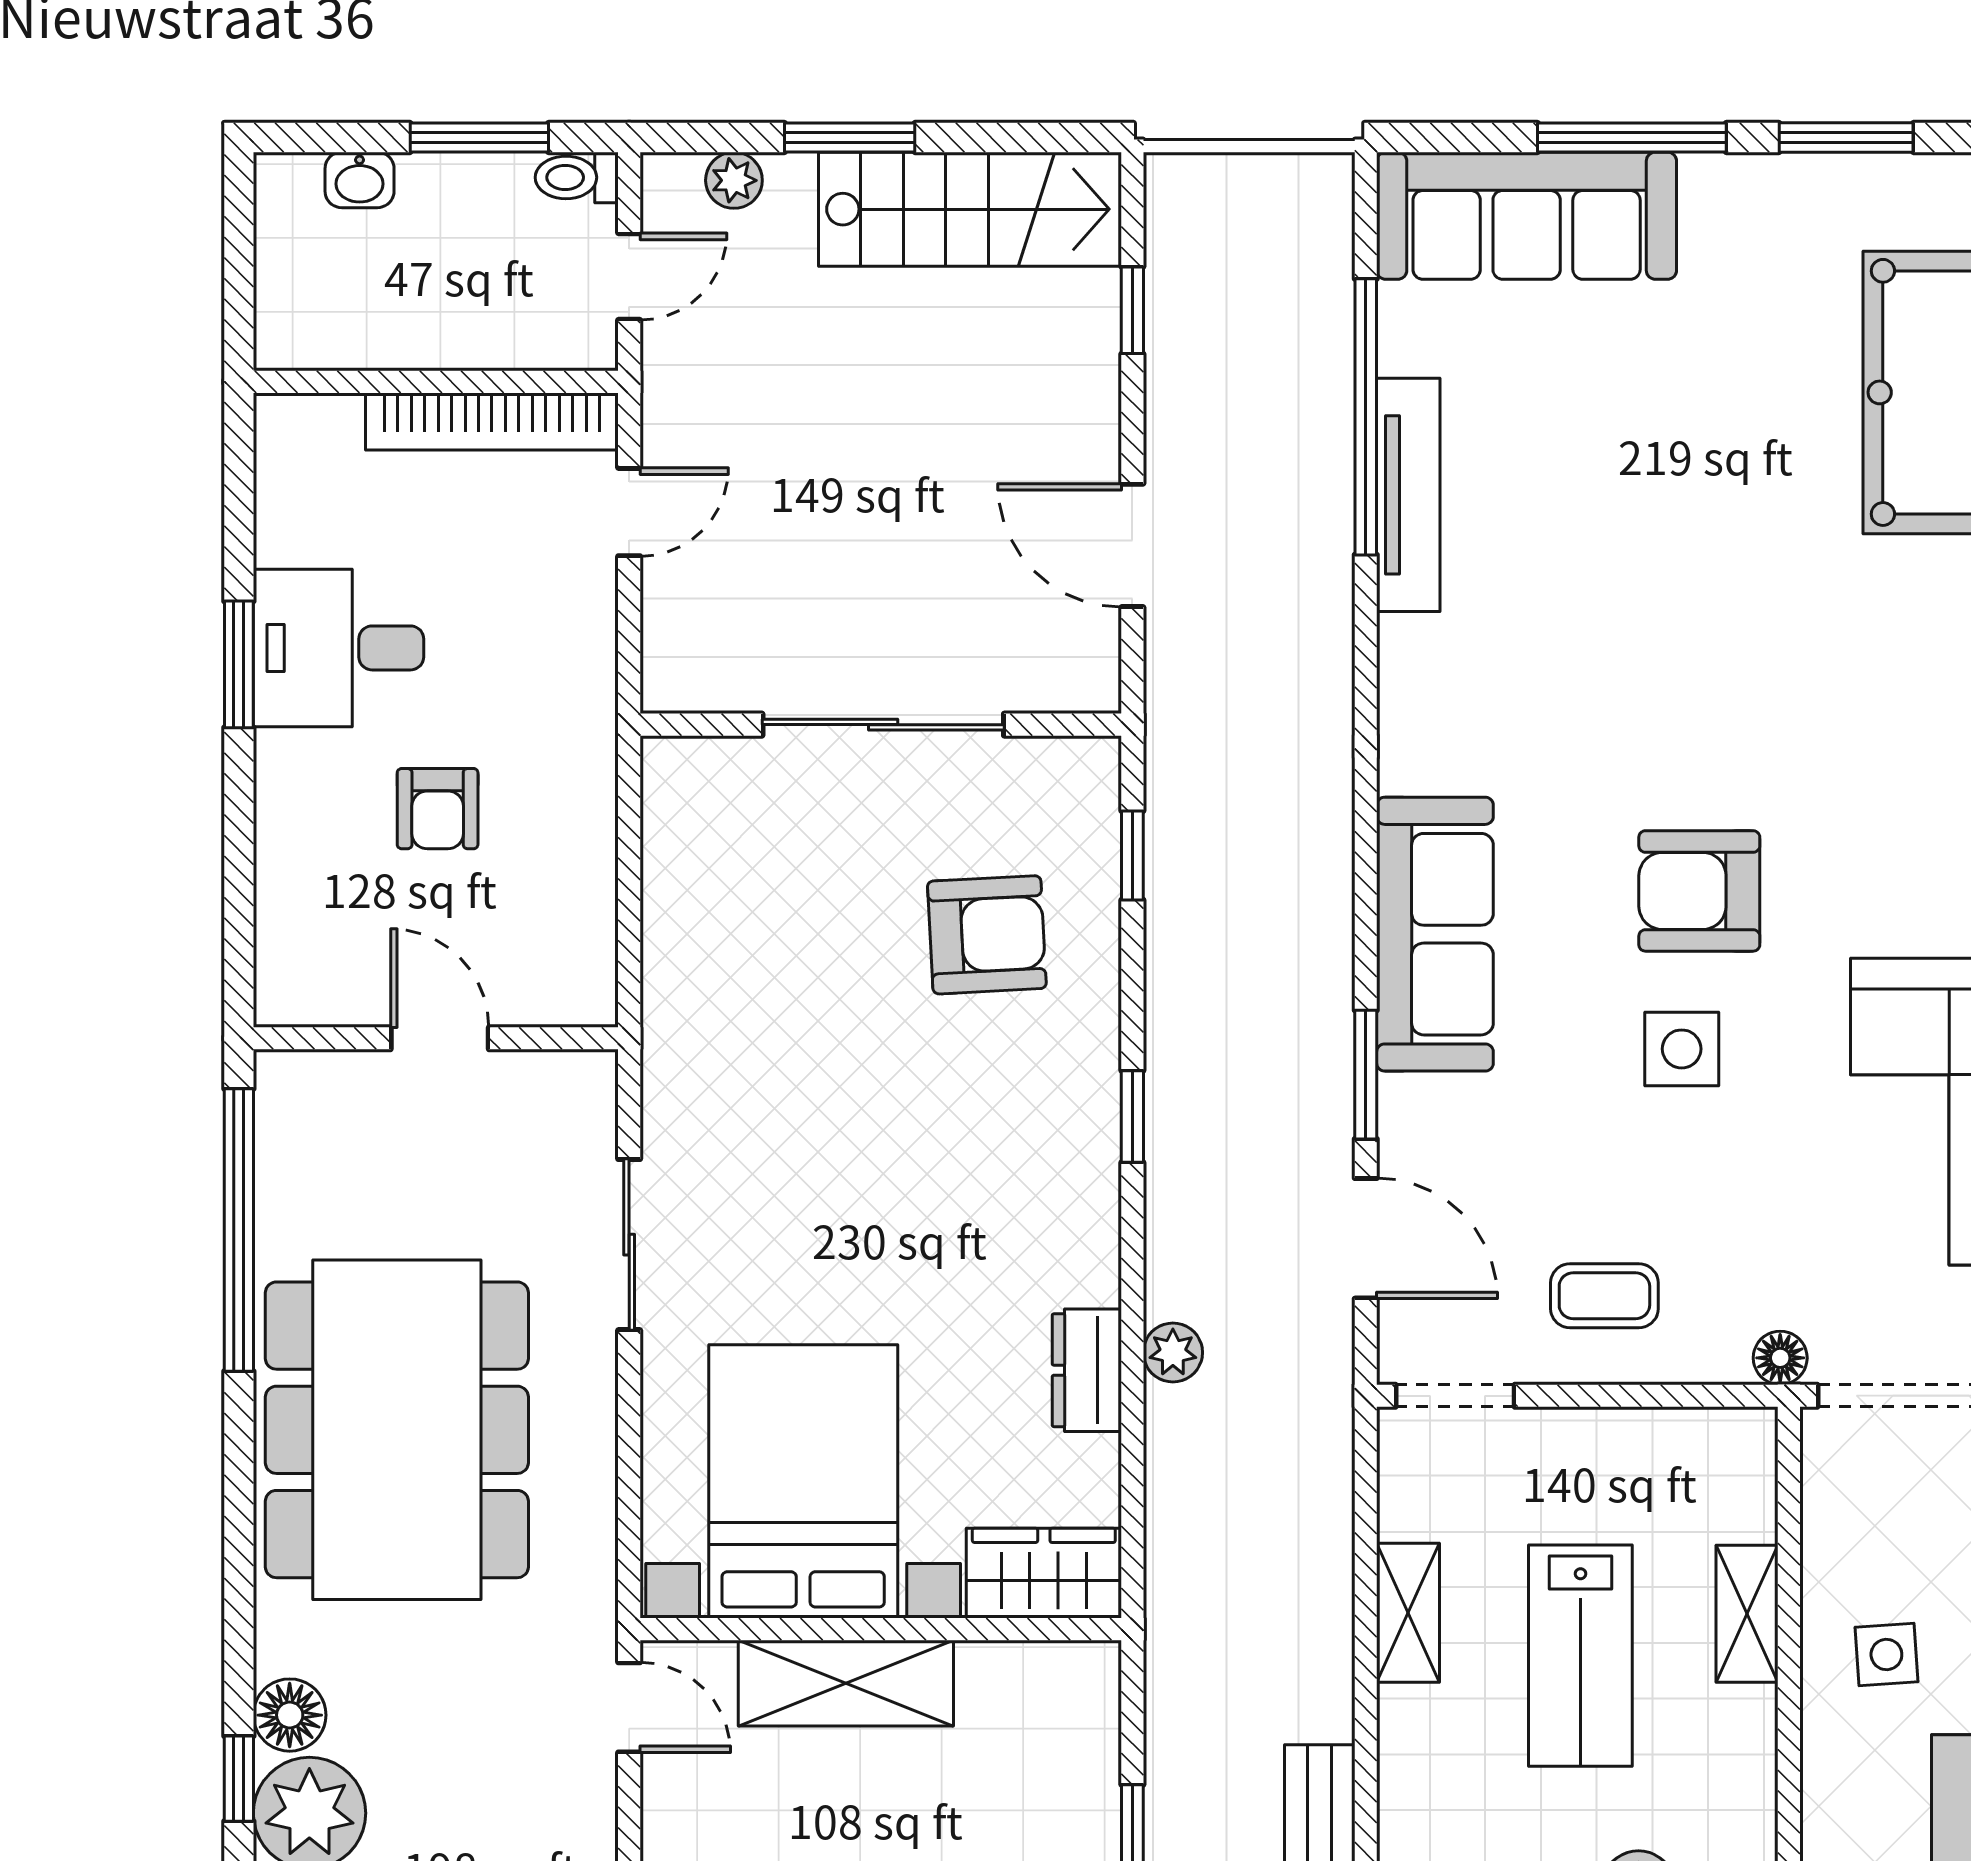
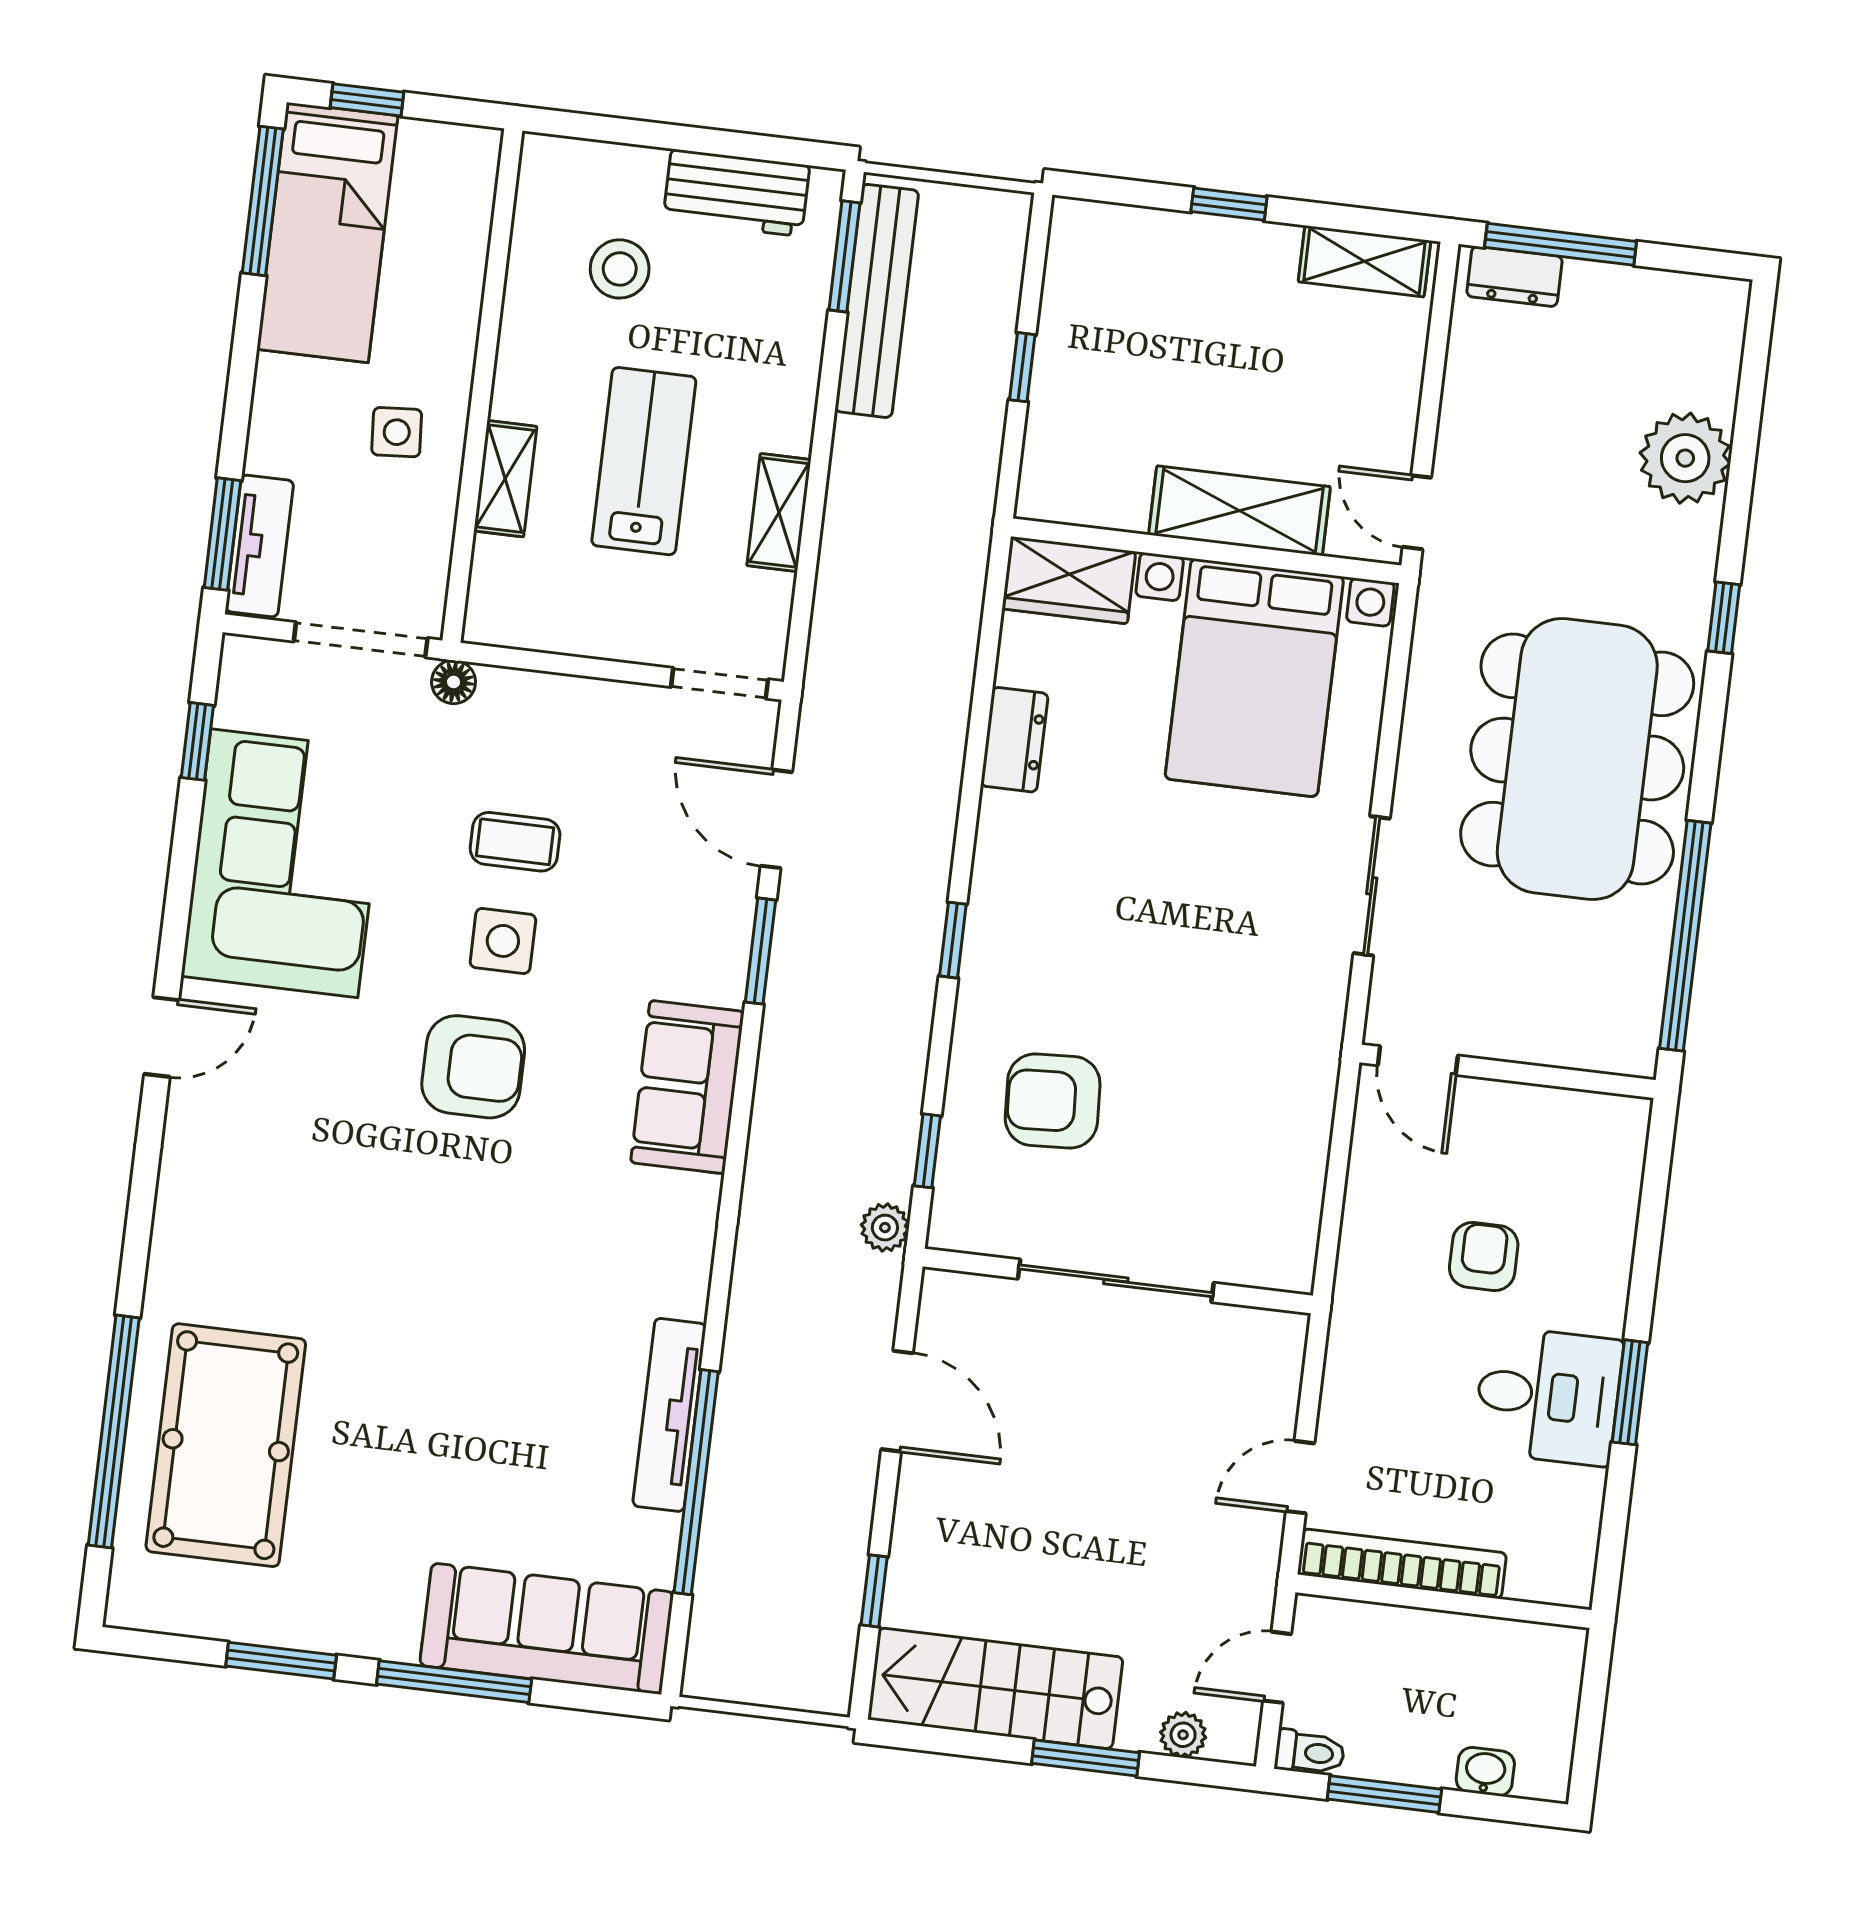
sofa: (1435, 934) -> (687, 1087), width x0.73
door: (440, 1038) -> (1418, 1060), moved
coffee table: (1604, 1296) -> (515, 842), moved
plant: (1173, 1352) -> (885, 1228), moved
floor lamp: (290, 1715) -> (1692, 539), removed
window: (239, 1779) -> (1724, 618), moved

